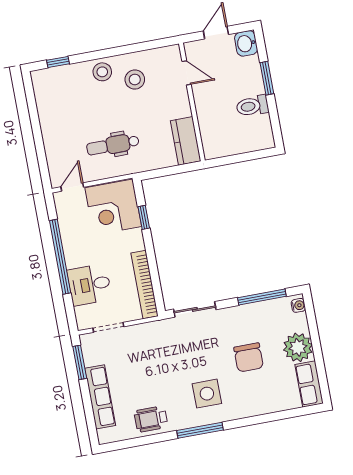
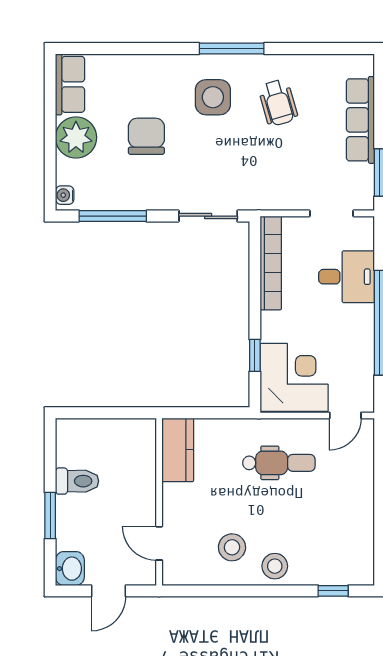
wheelchair: (151, 419) -> (278, 103), moved, turned 74

